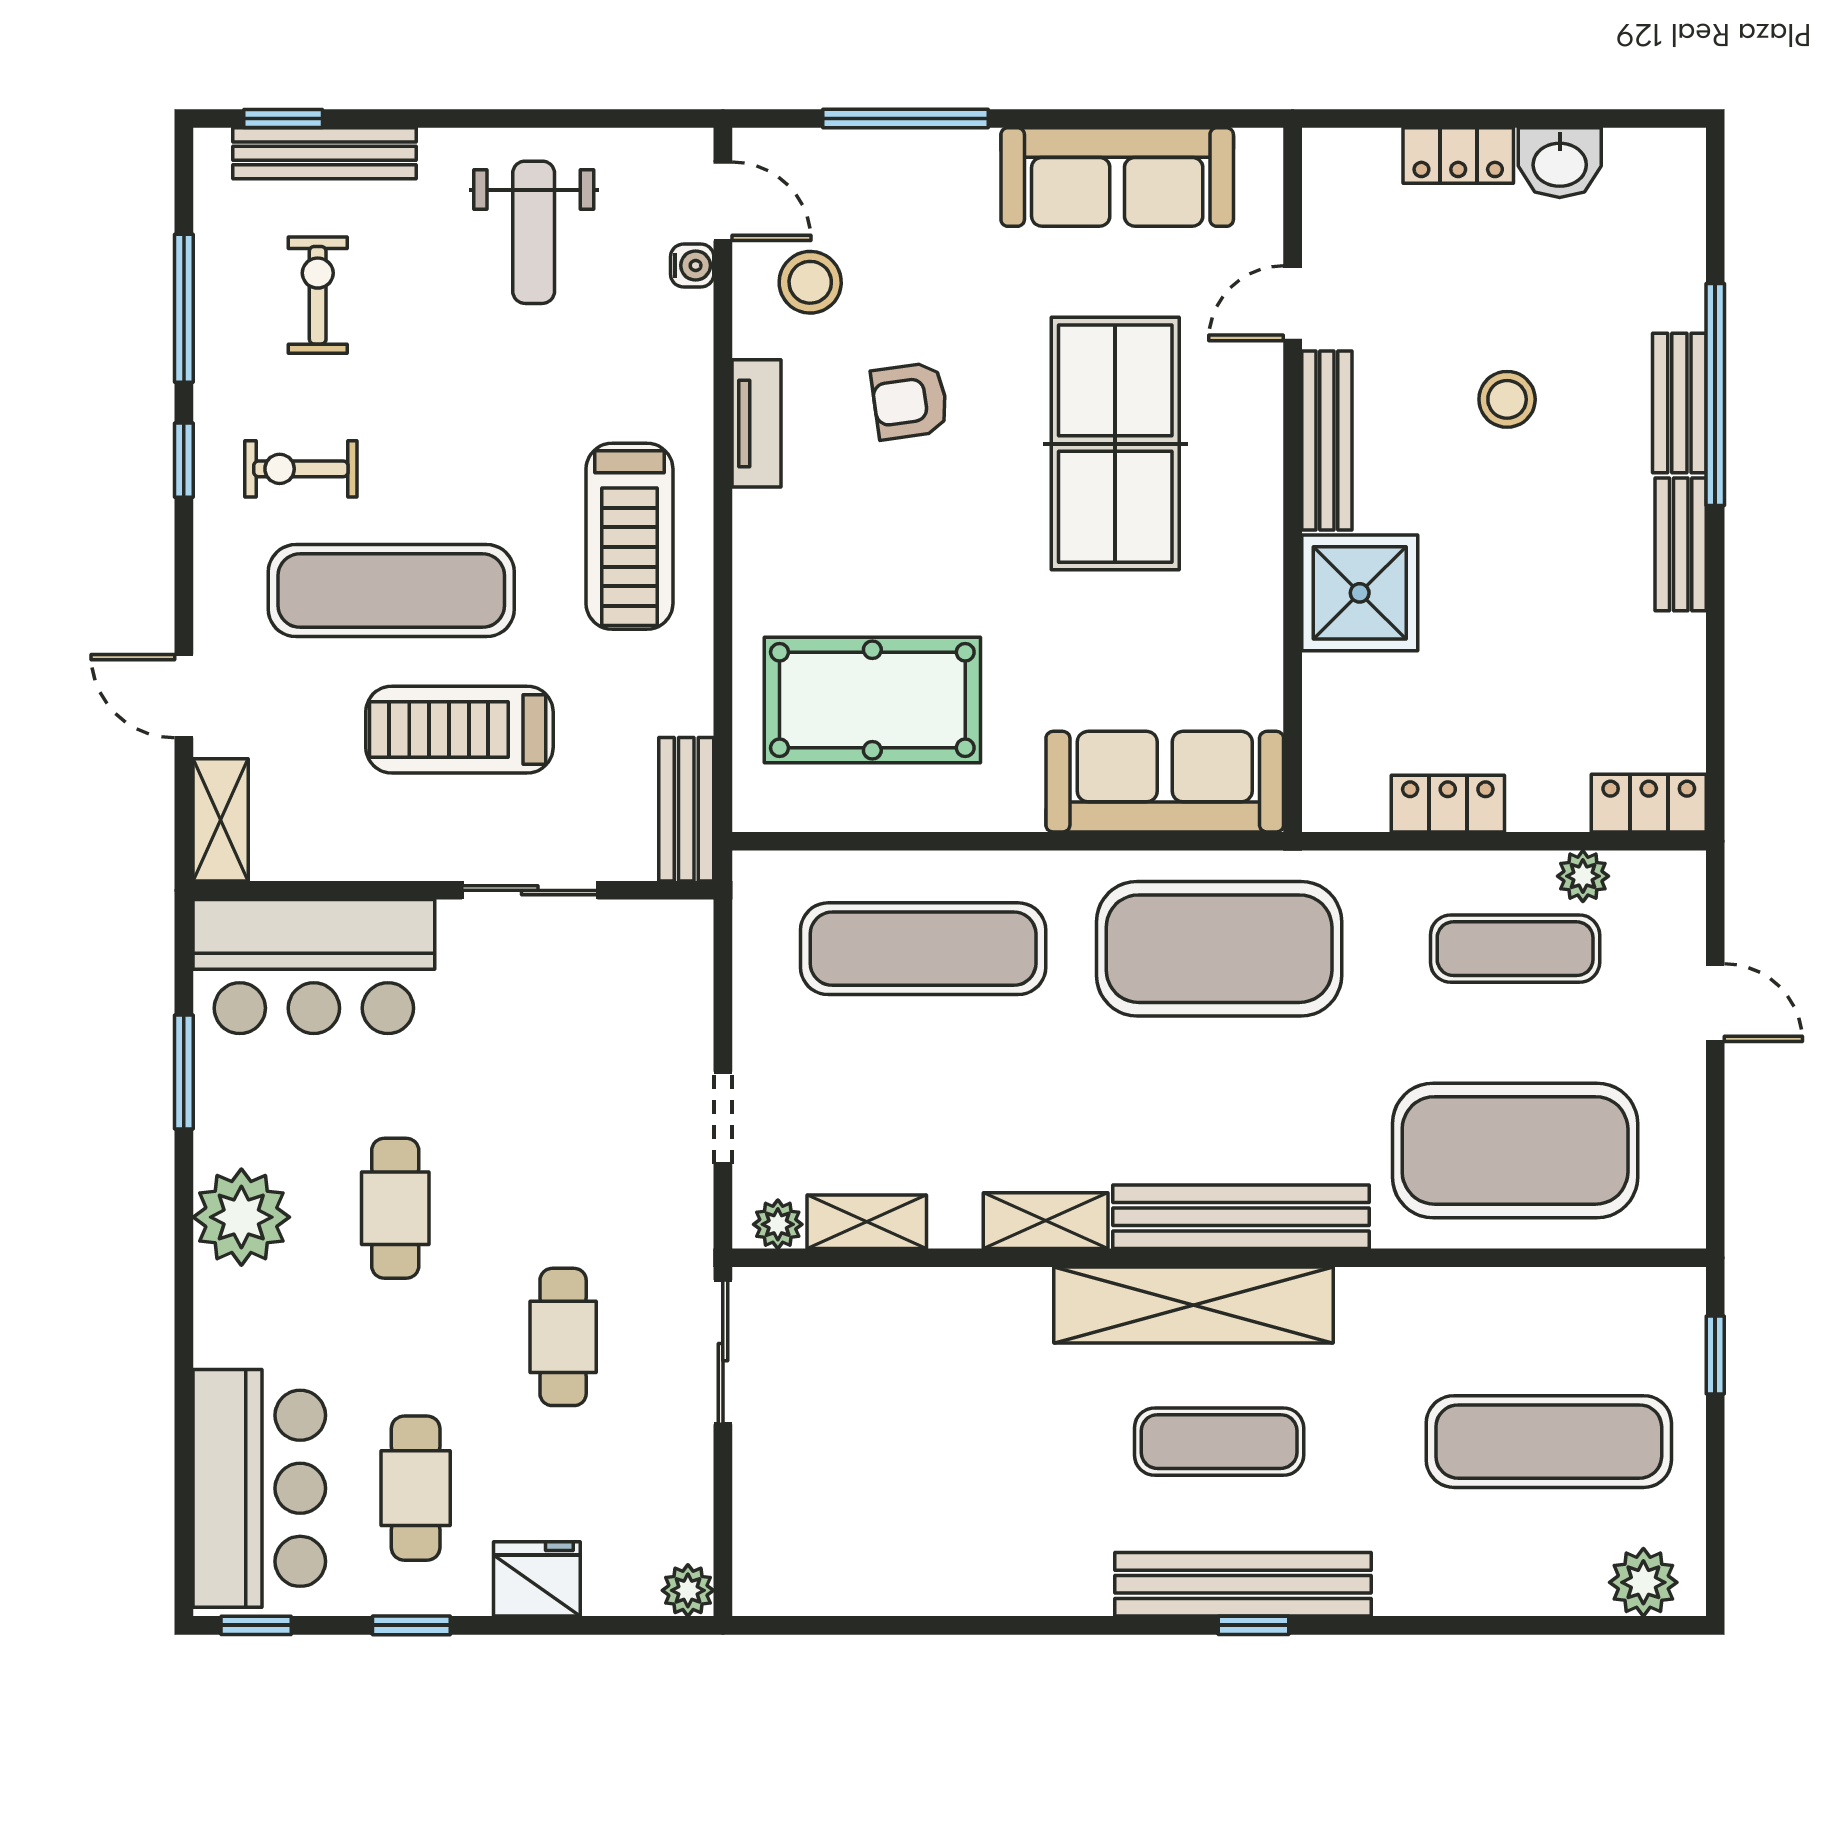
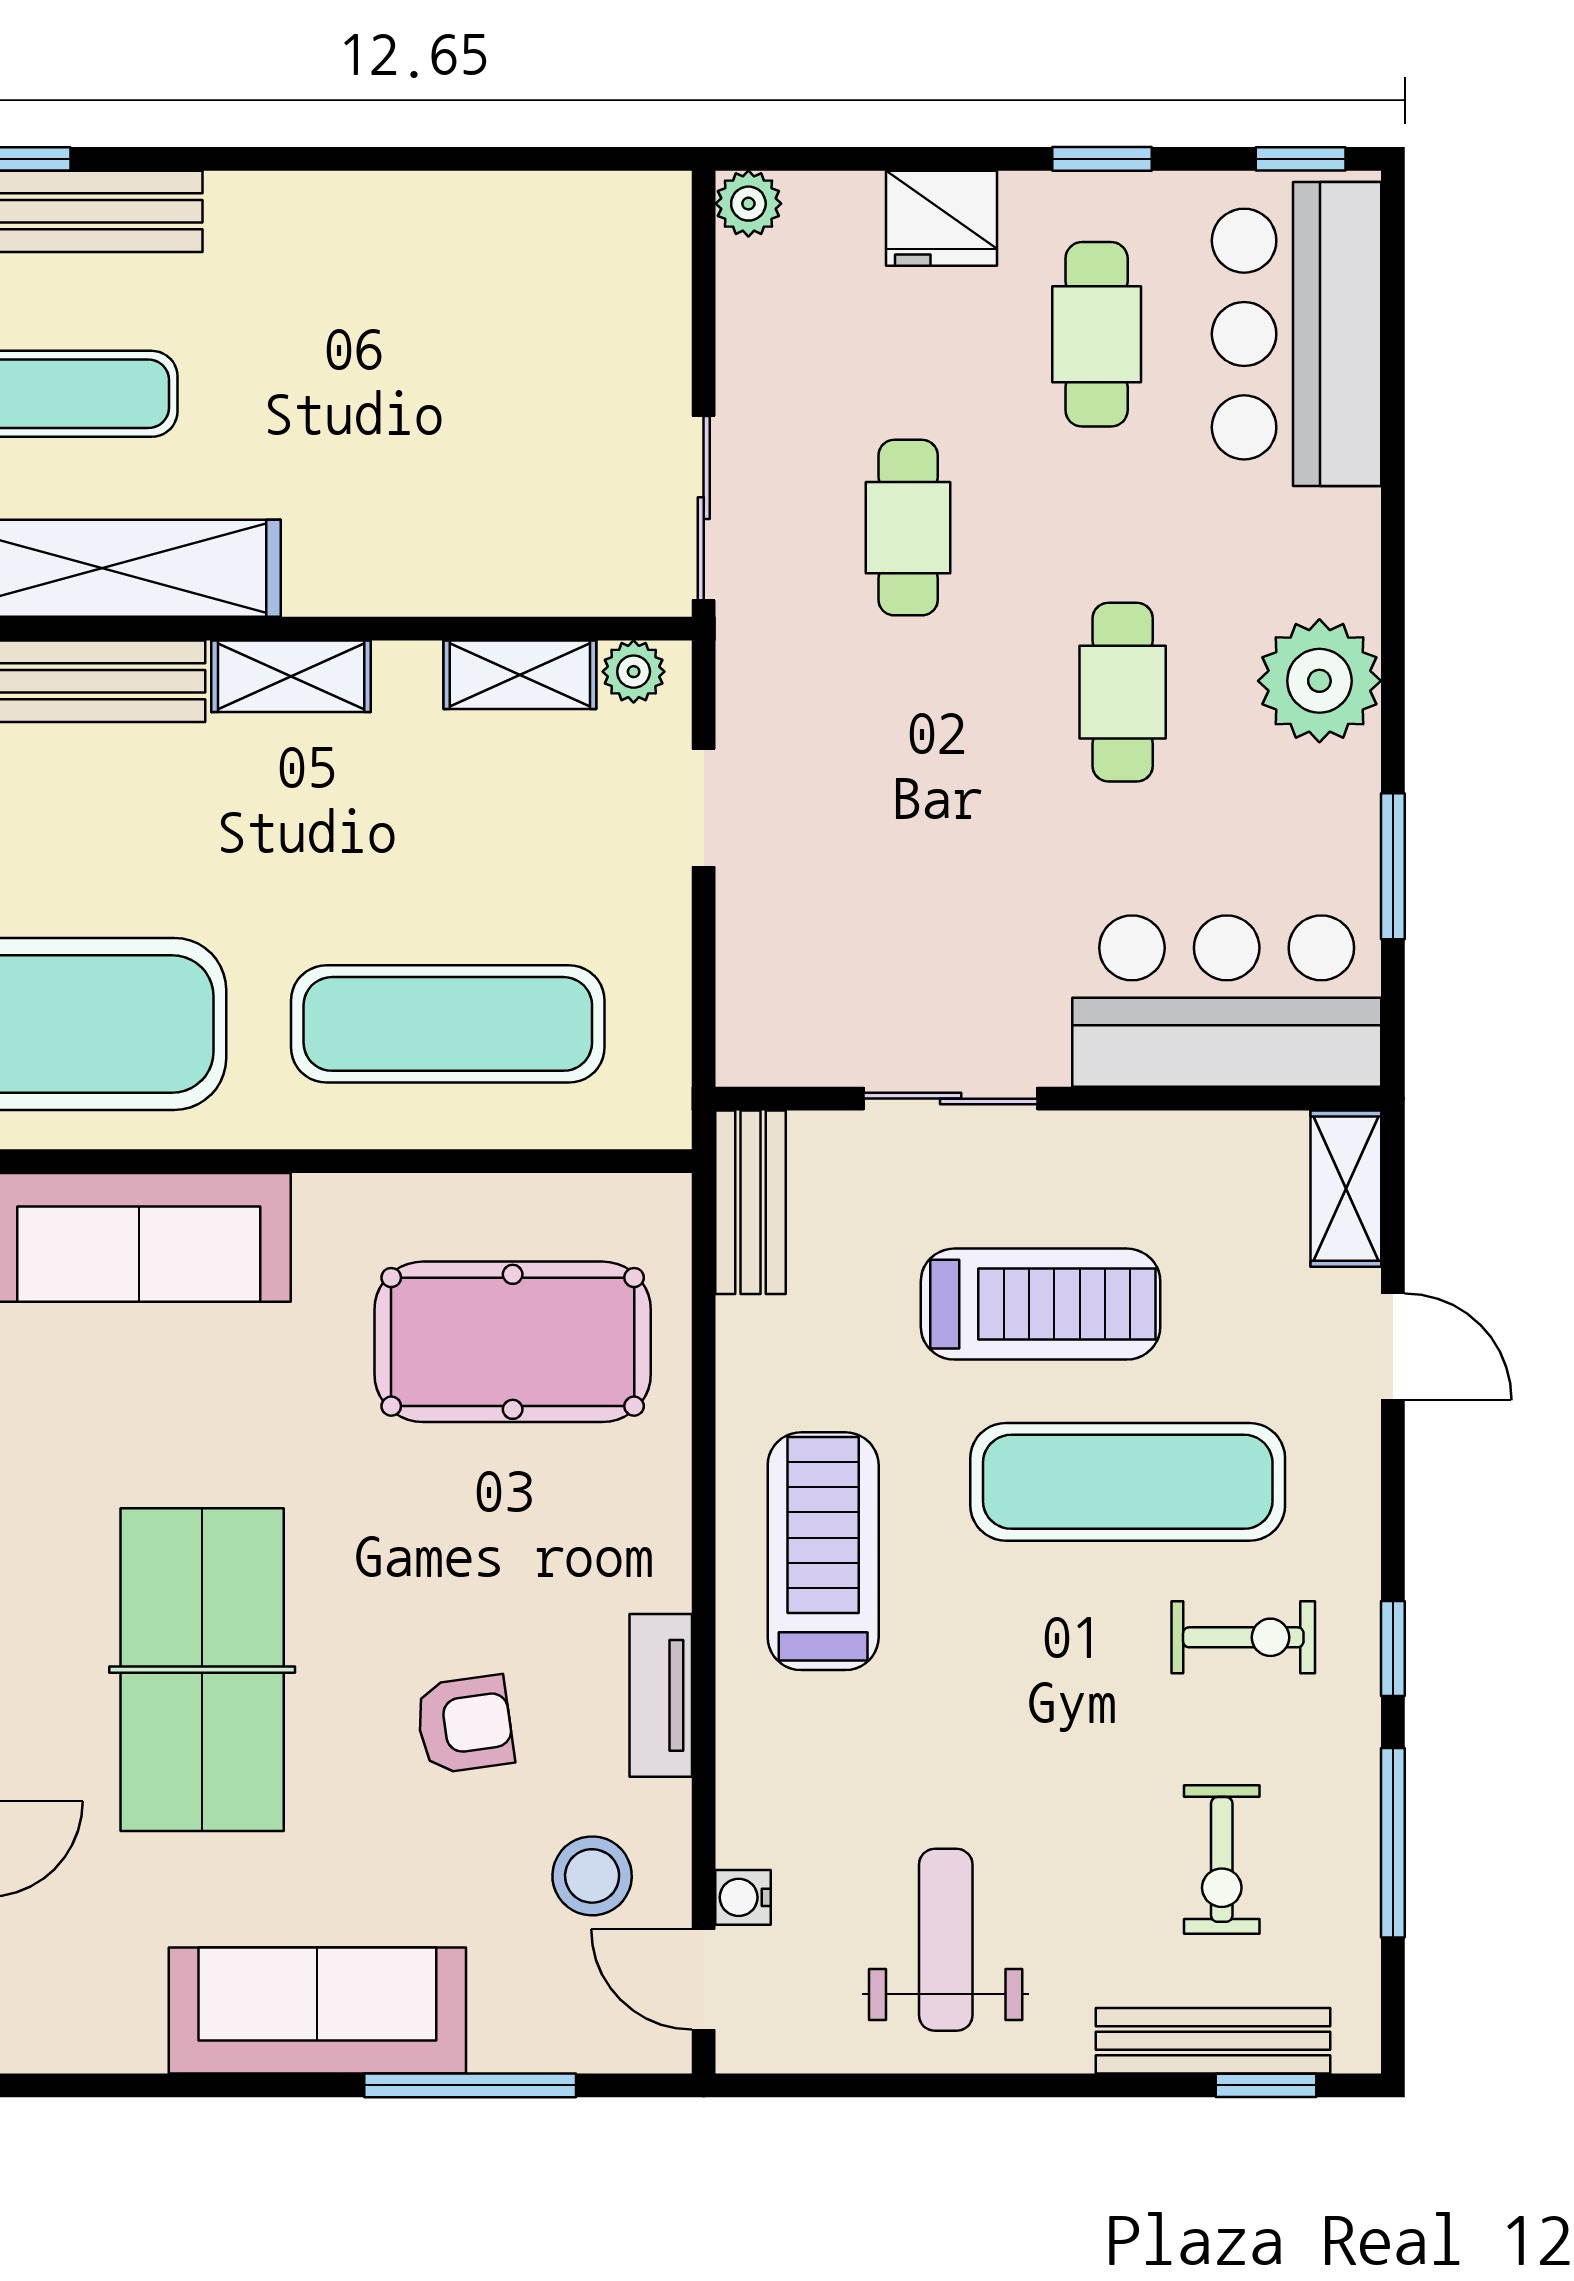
sofa: (1117, 177) -> (317, 2010), moved

